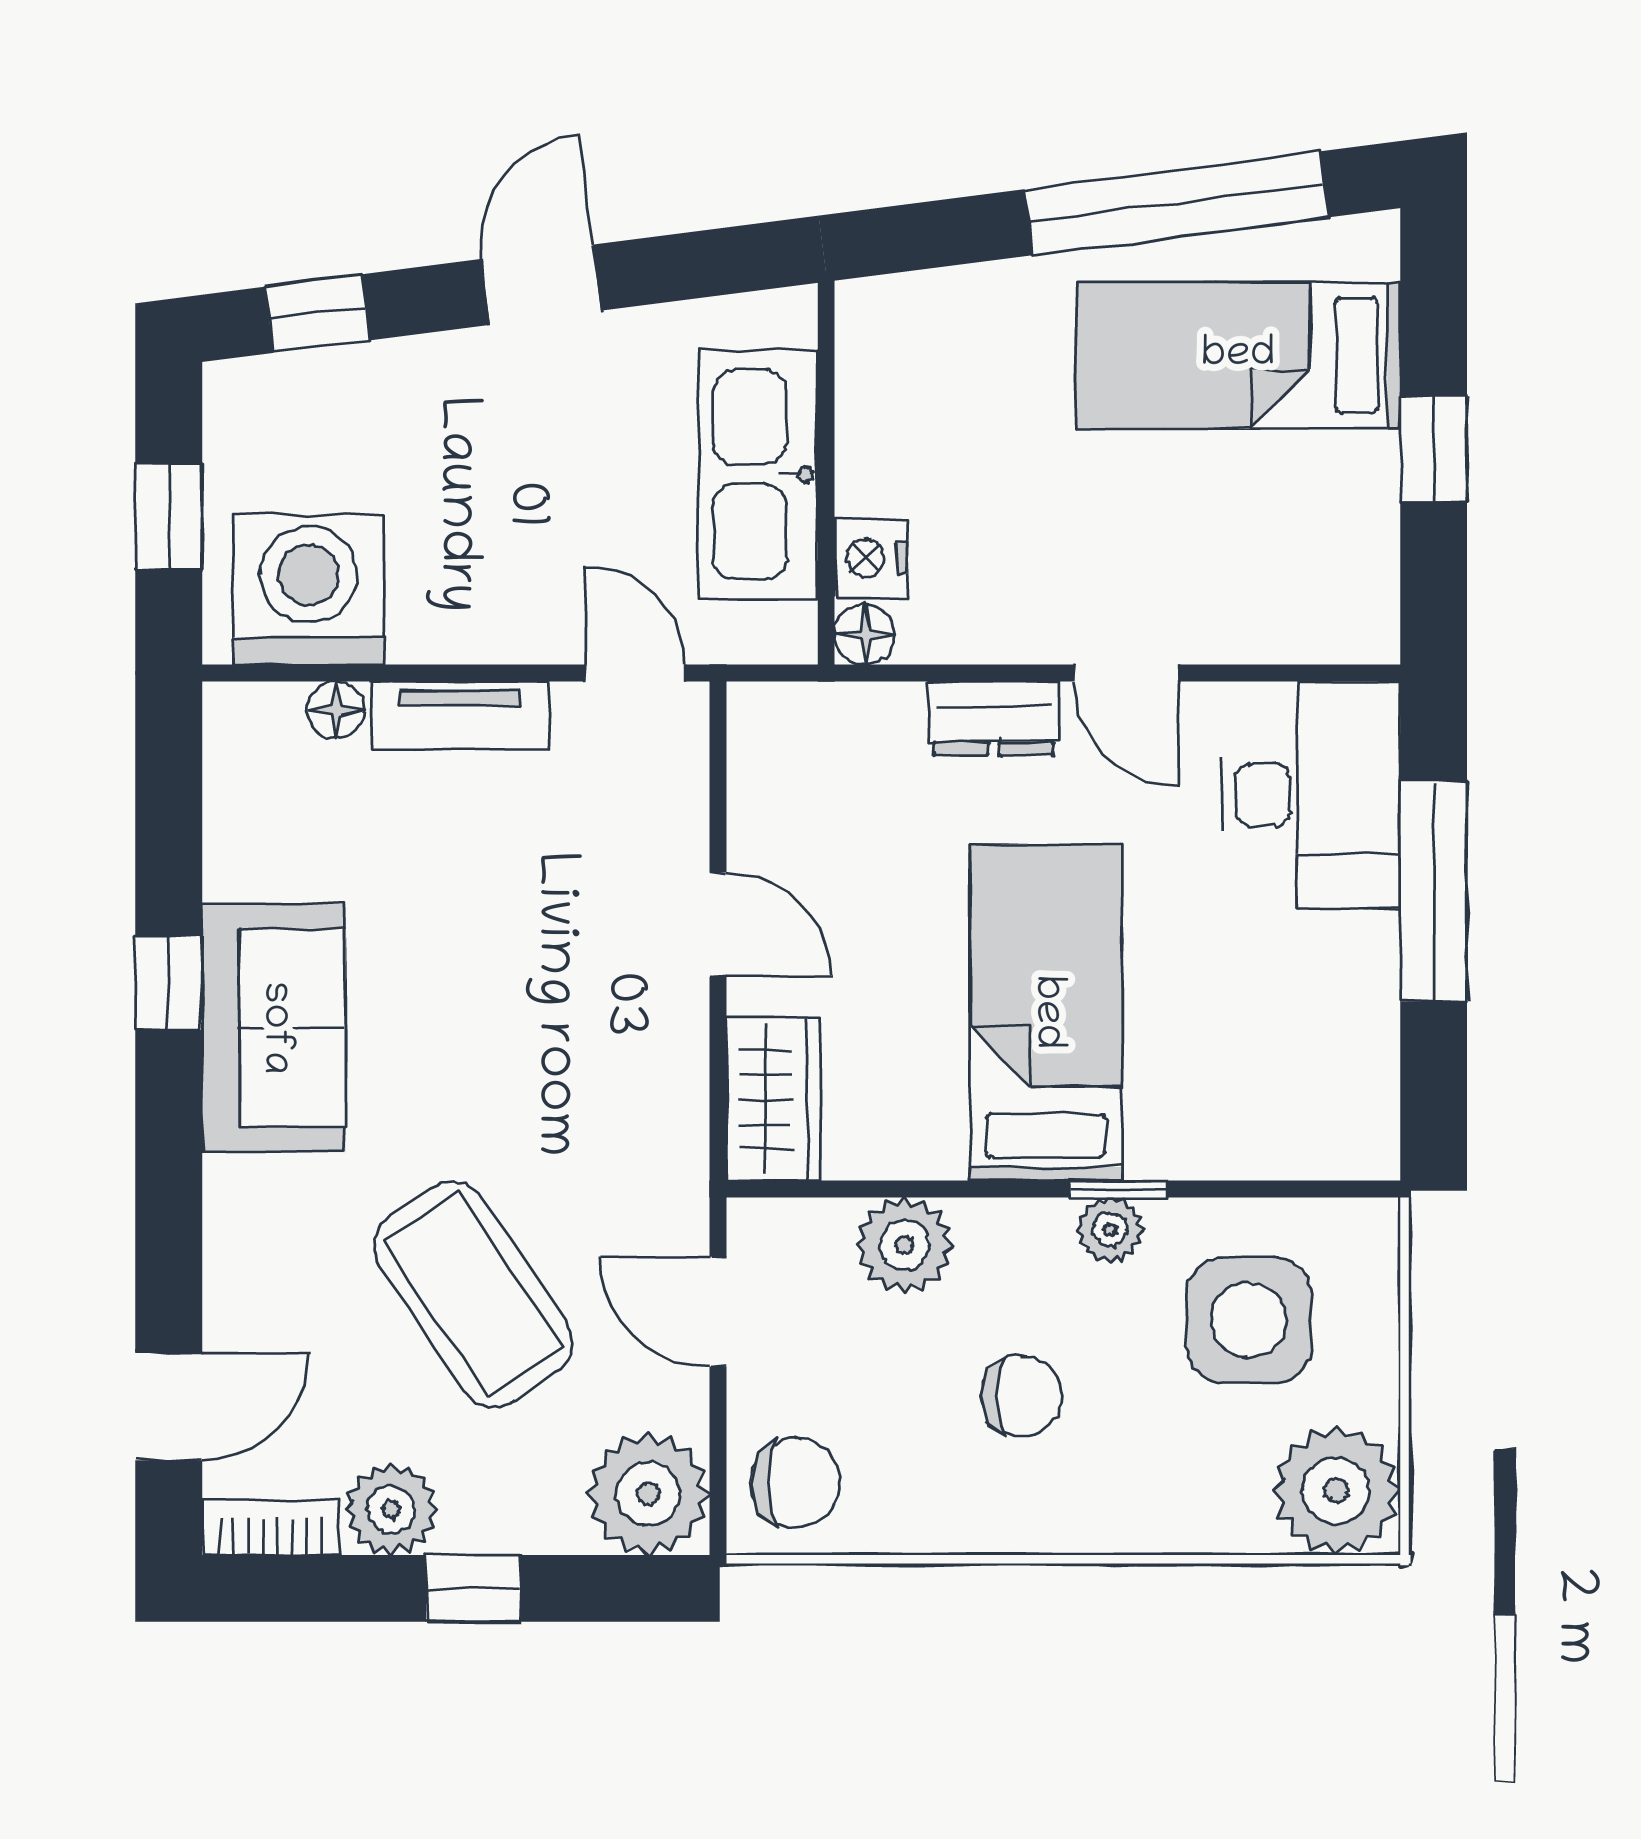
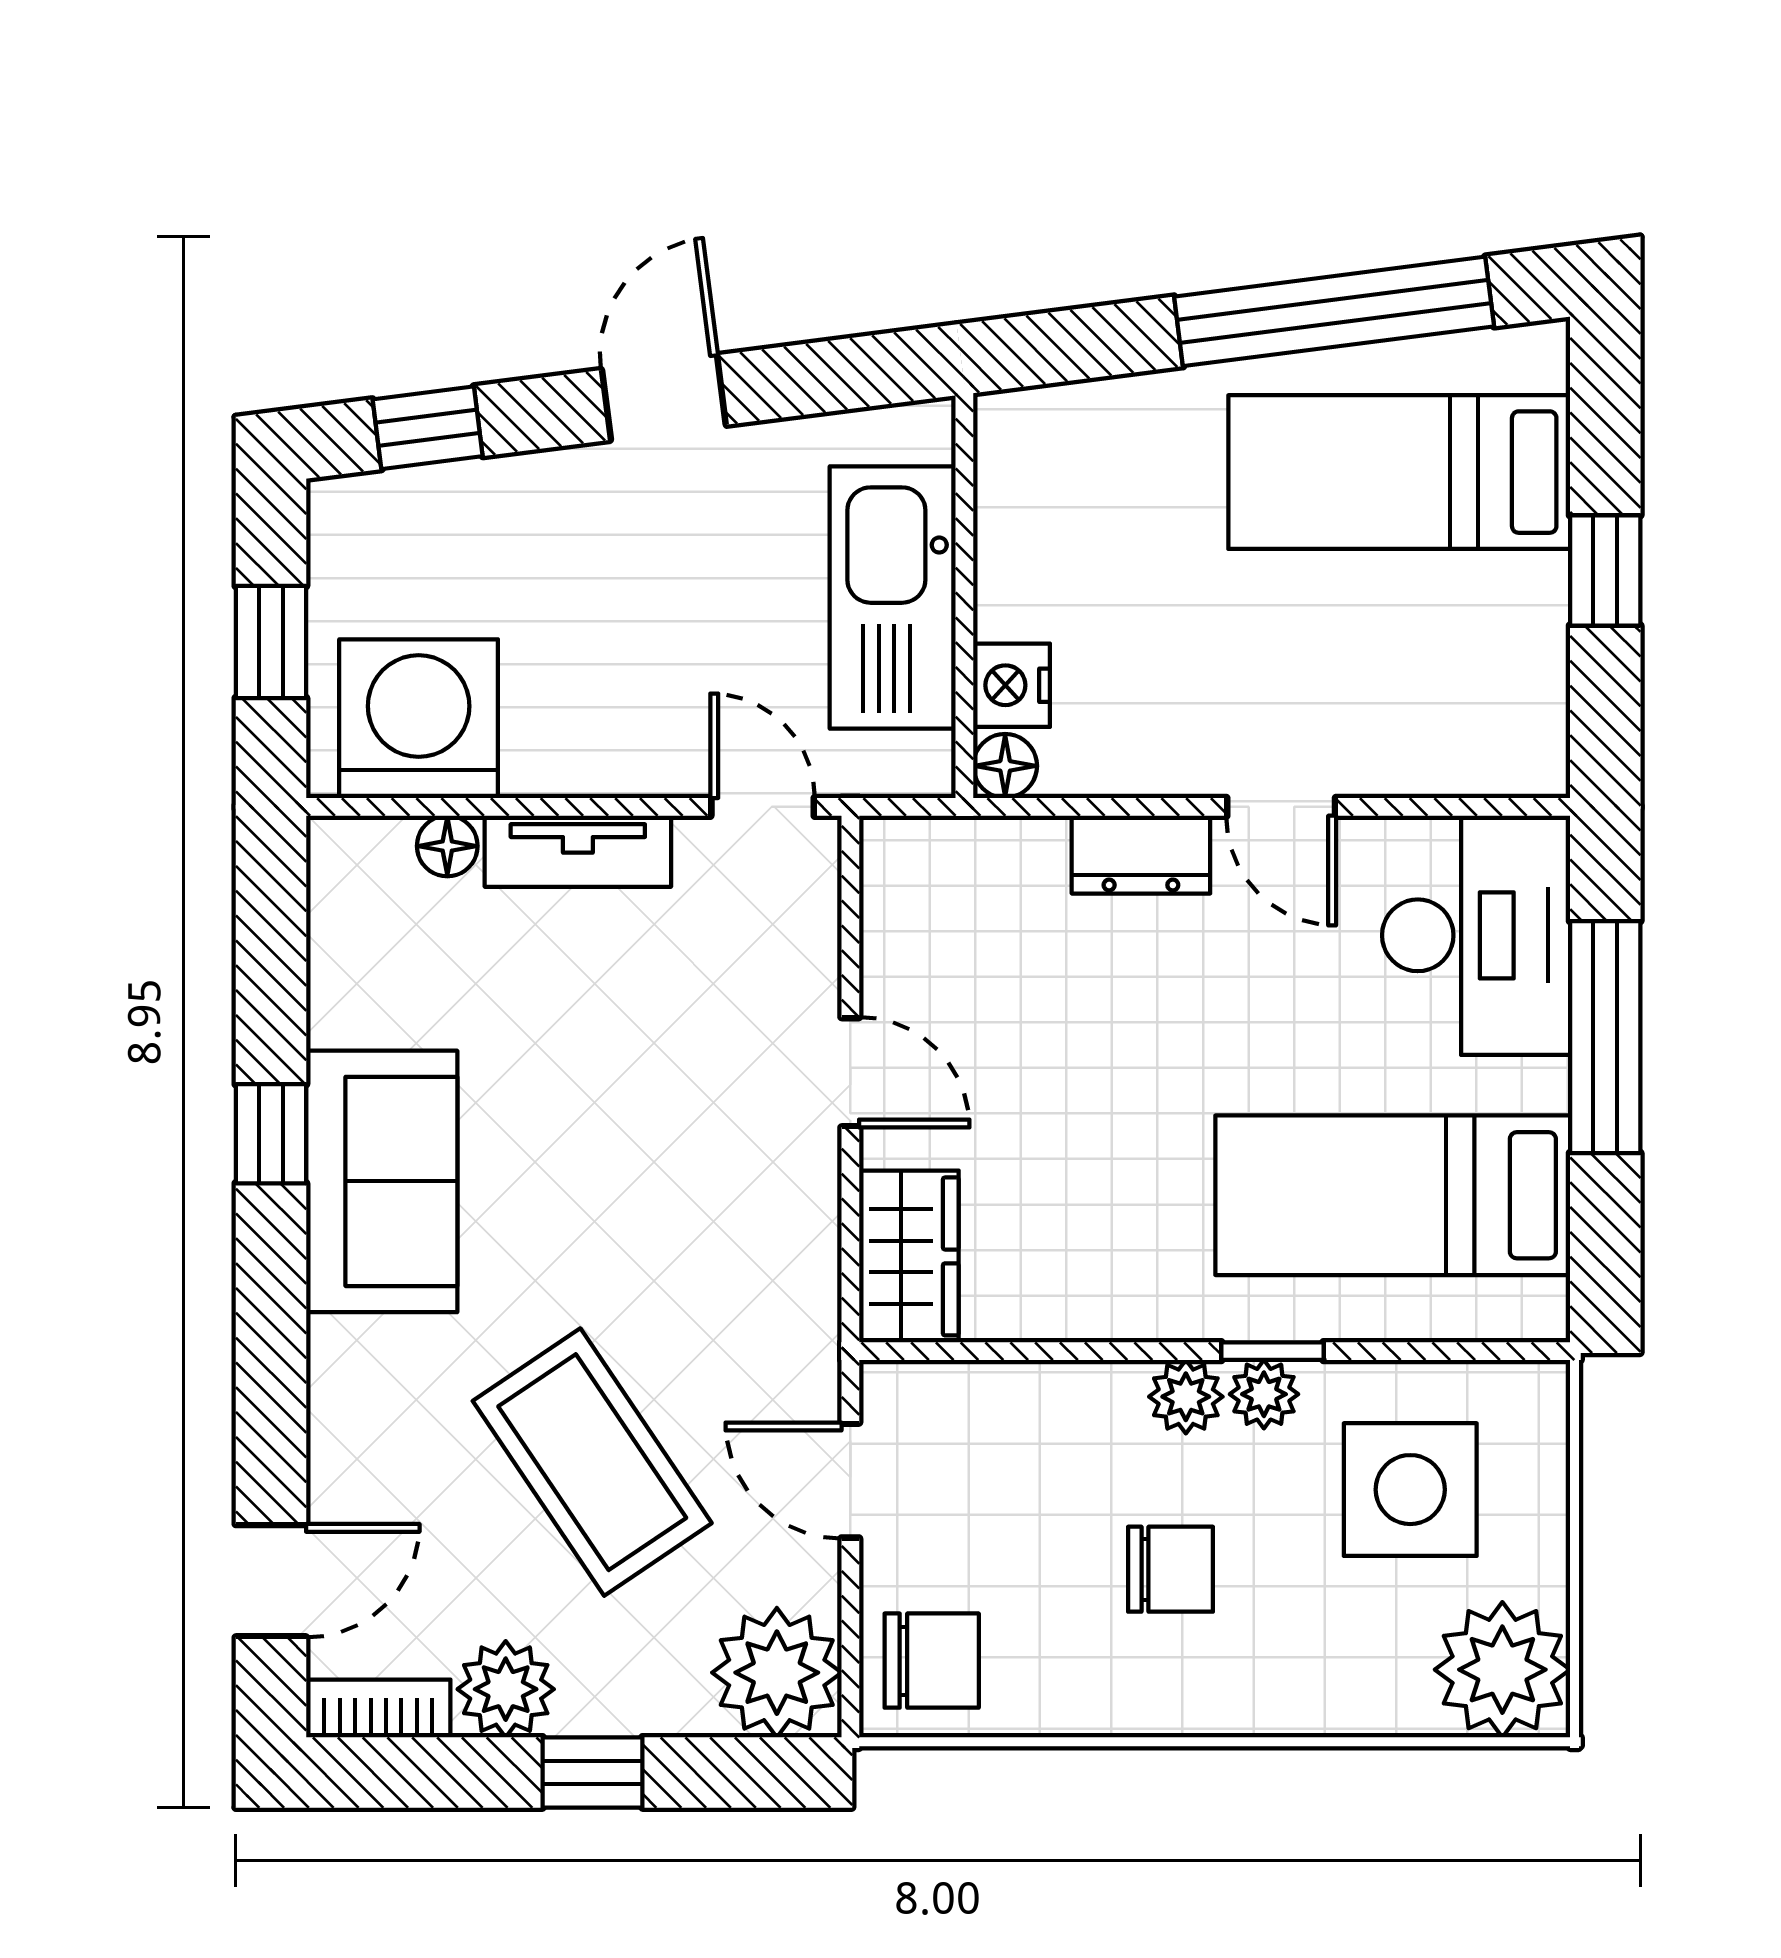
bed: (1046, 1012) -> (1393, 1195), moved, turned -90
plant: (905, 1245) -> (1186, 1397), moved, width x0.73, depth x0.73

